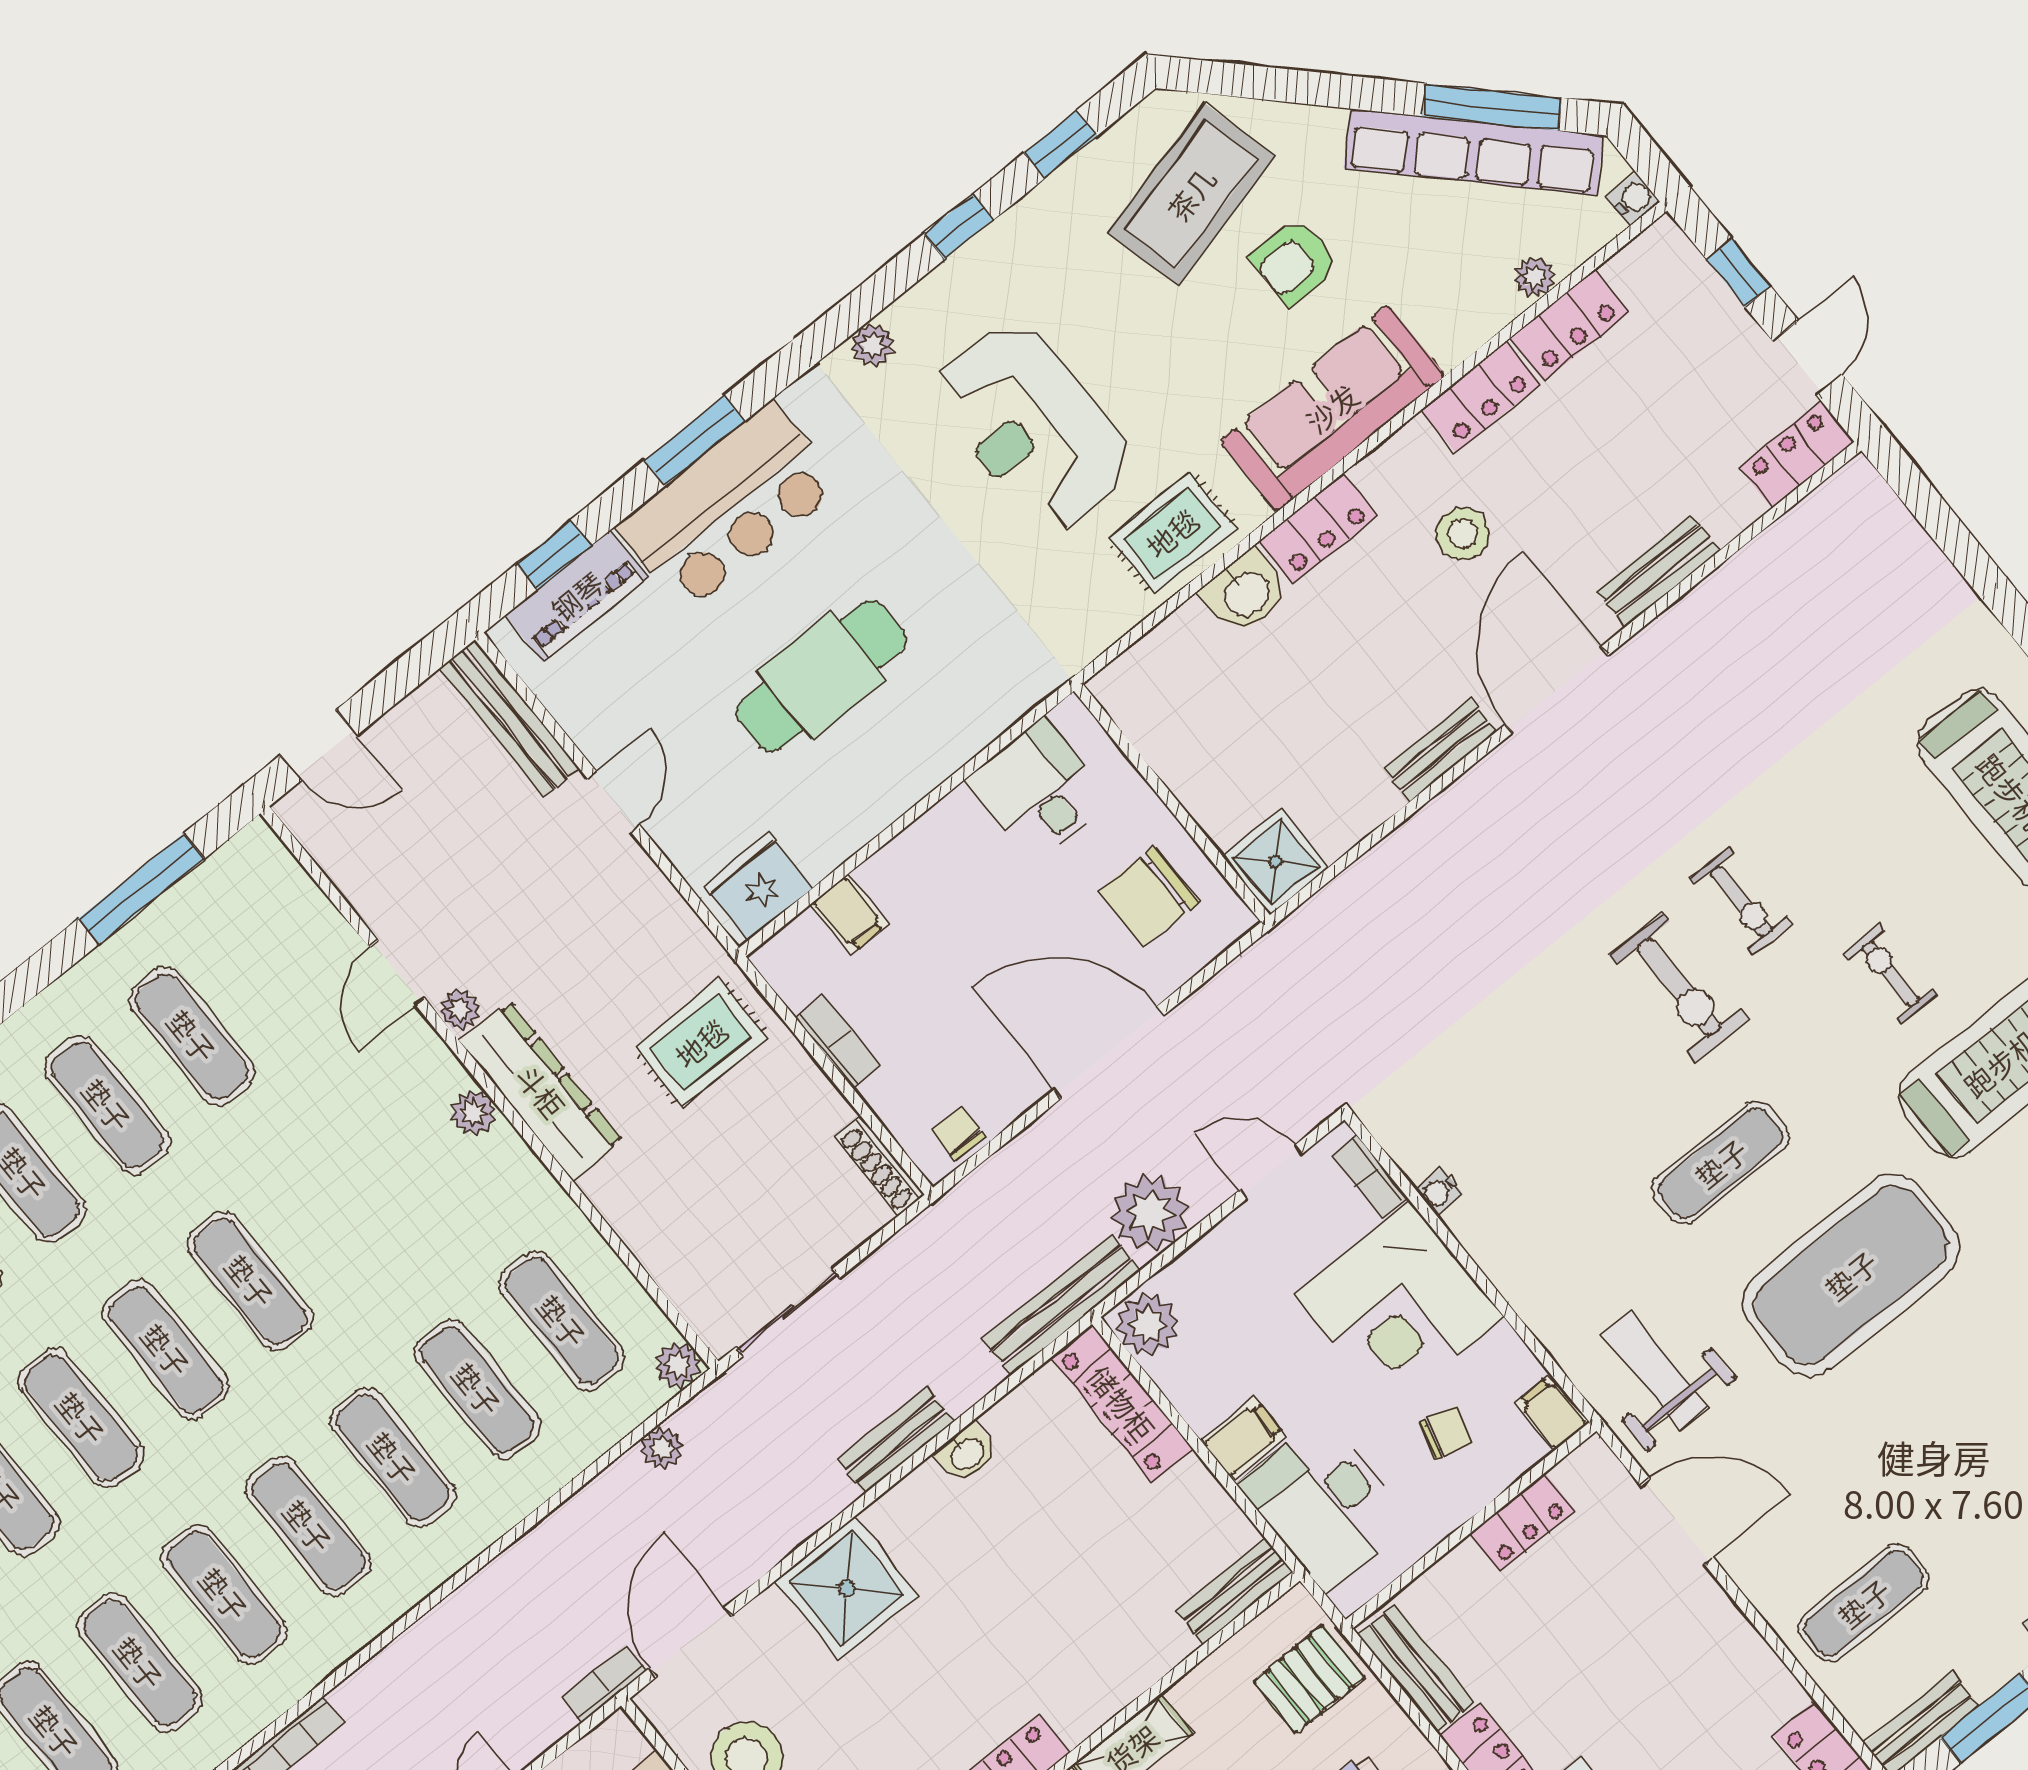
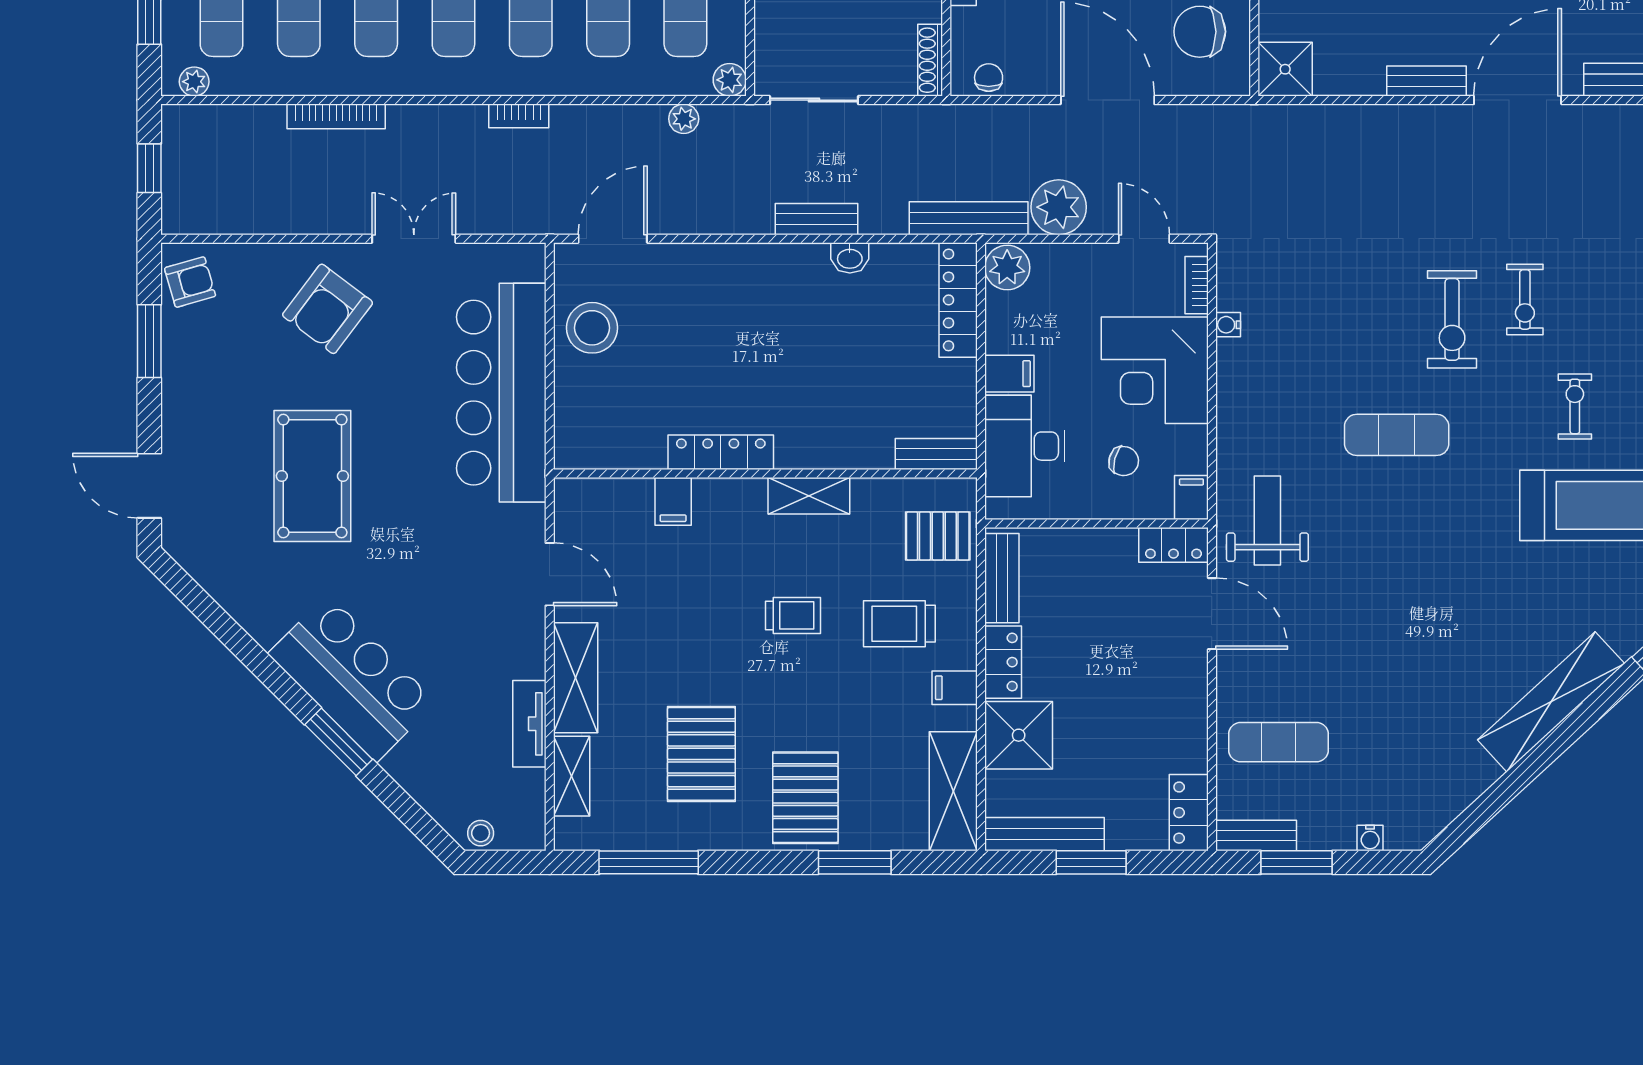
exercise mat: (1851, 1275) -> (1418, 555), removed
locker: (1522, 1522) -> (1174, 545), moved
shower: (847, 1588) -> (723, 279), removed
bookcase: (604, 1683) -> (519, 116), moved, turned 180

